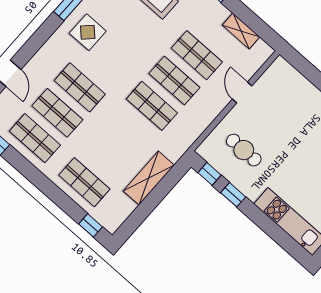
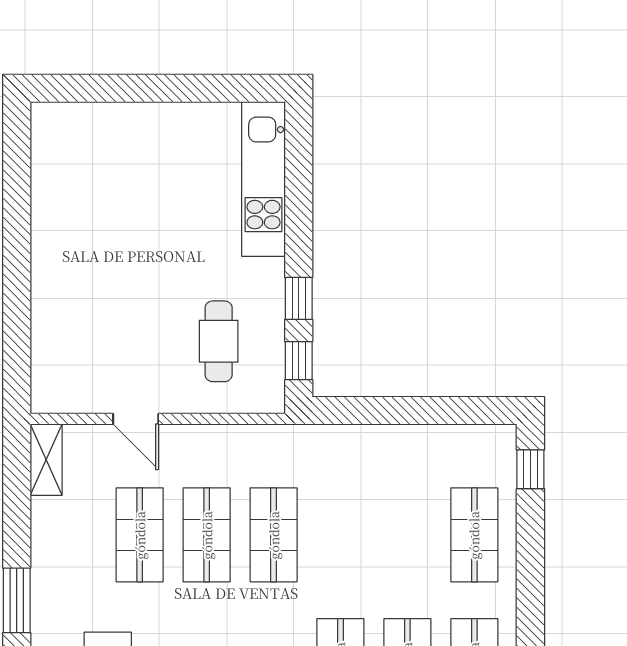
shelving: (241, 31) -> (46, 460), moved
door: (242, 93) -> (136, 419), hinge flipped
shelving: (149, 178) -> (384, 445), removed

